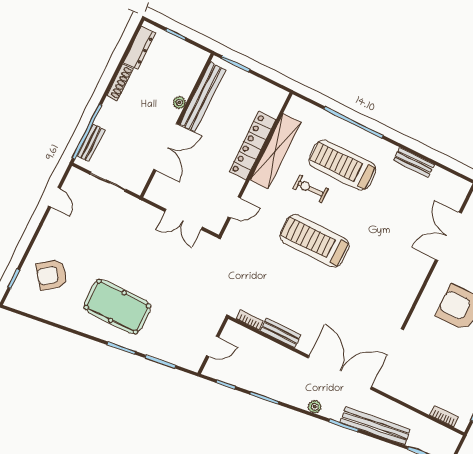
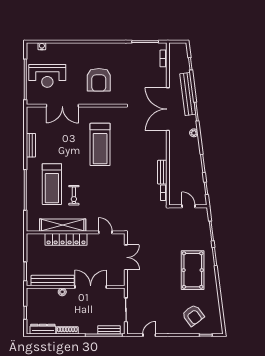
treadmill: (314, 241) -> (100, 144), moved
double door: (340, 372) -> (168, 109), moved

